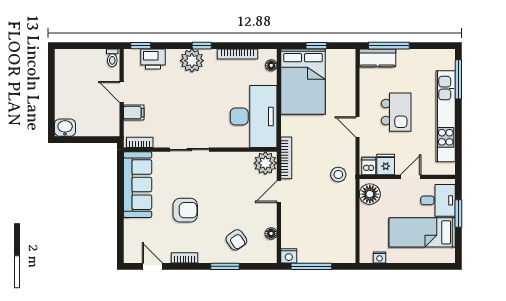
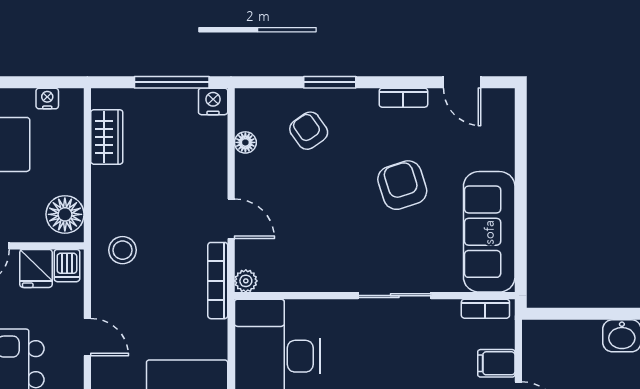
plant: (265, 163) -> (246, 281), width x0.53, depth x0.53
door: (279, 192) -> (231, 219), hinge flipped
armchair: (185, 210) -> (402, 185), turned 72
wardrobe: (347, 236) -> (107, 137), added

